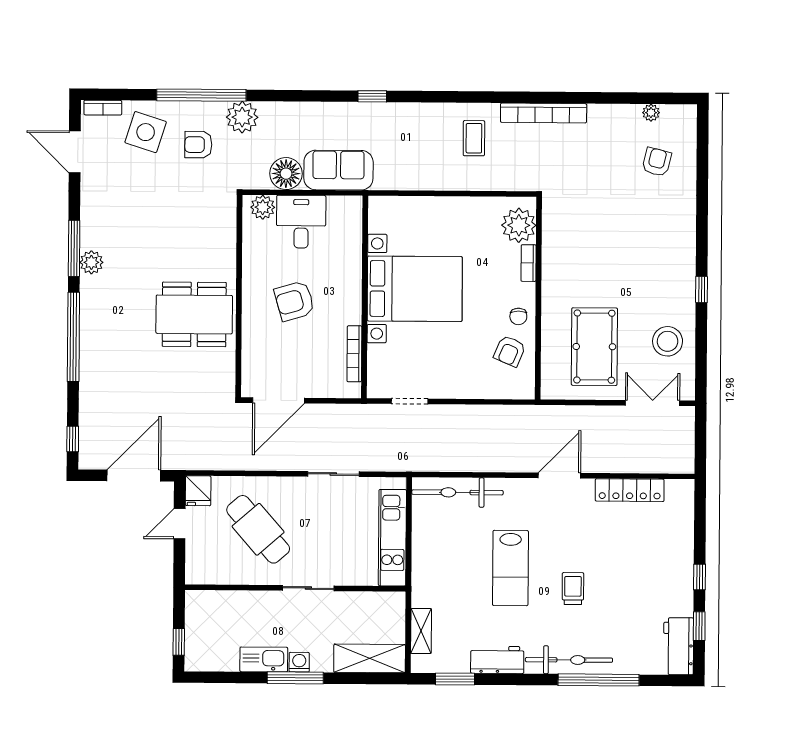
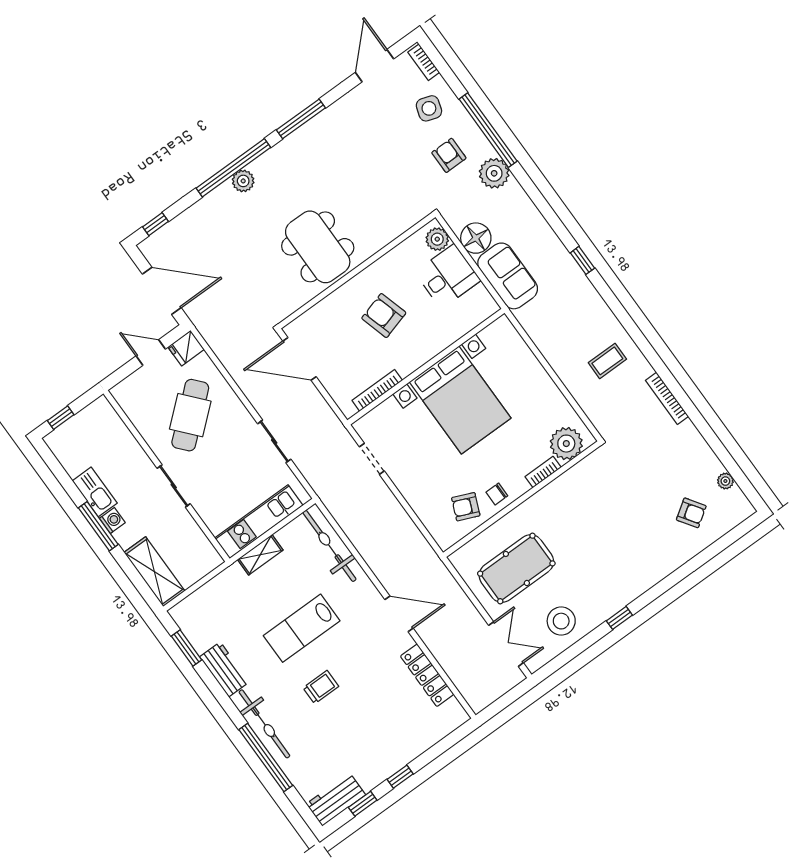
bookcase: (544, 113) -> (667, 398), width x0.68, depth x0.76
side table: (146, 132) -> (429, 108), width x0.73, depth x0.73
armchair: (657, 162) -> (691, 513), turned 42
plant: (91, 262) -> (243, 181), moved
shelving: (421, 631) -> (260, 555), moved

